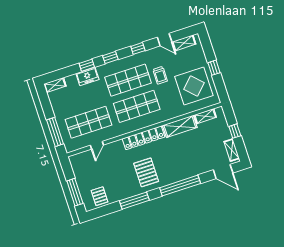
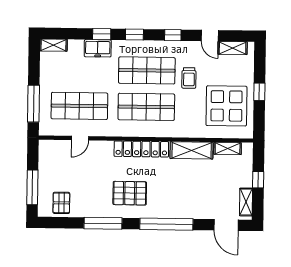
pallet: (146, 172) -> (130, 193), turned 90

